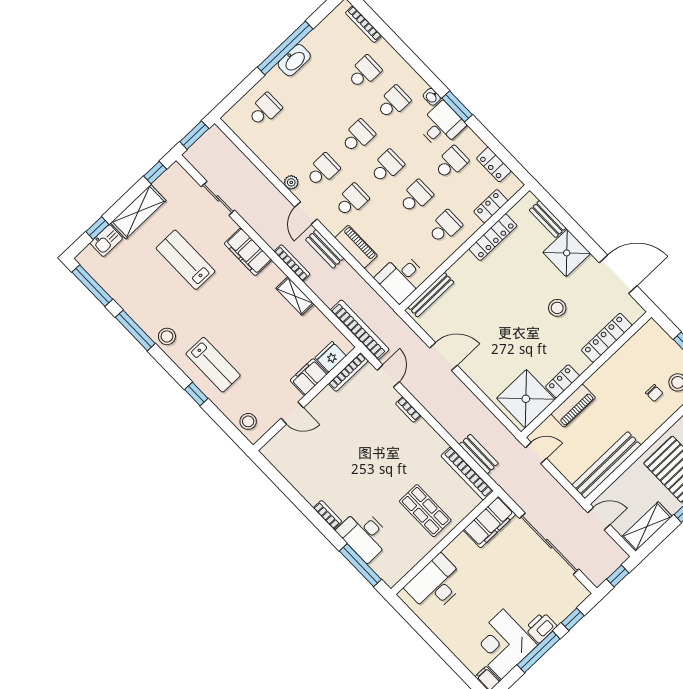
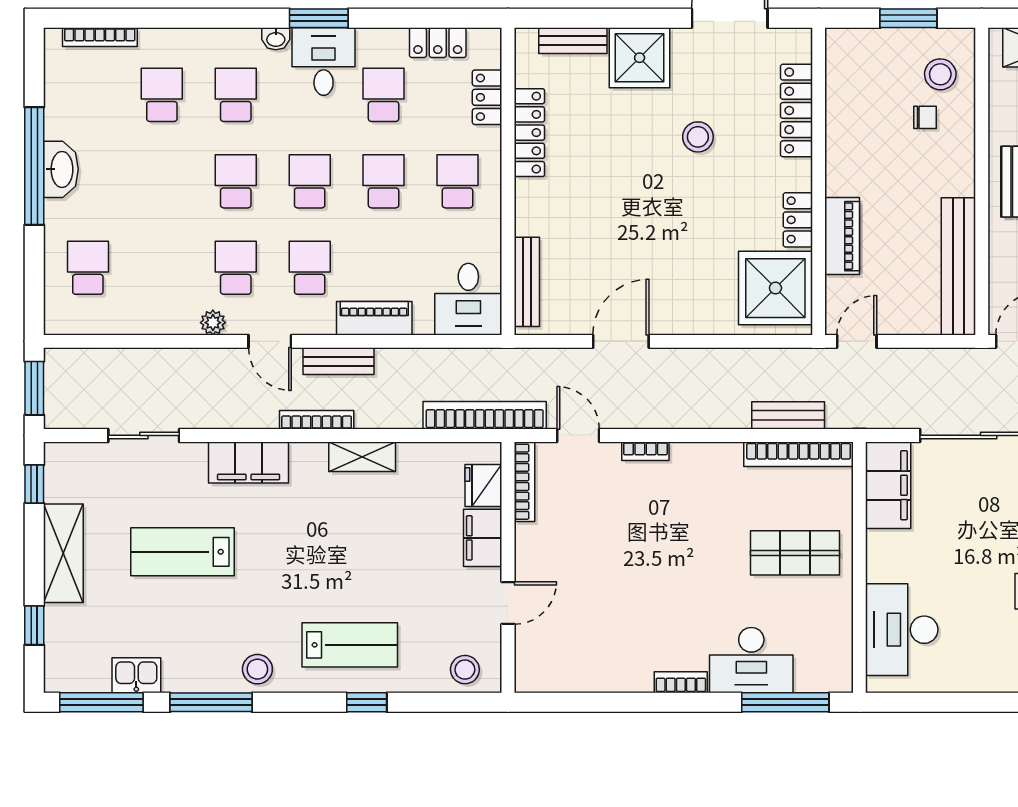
kitchen sink: (106, 241) -> (136, 675), moved, turned -90

